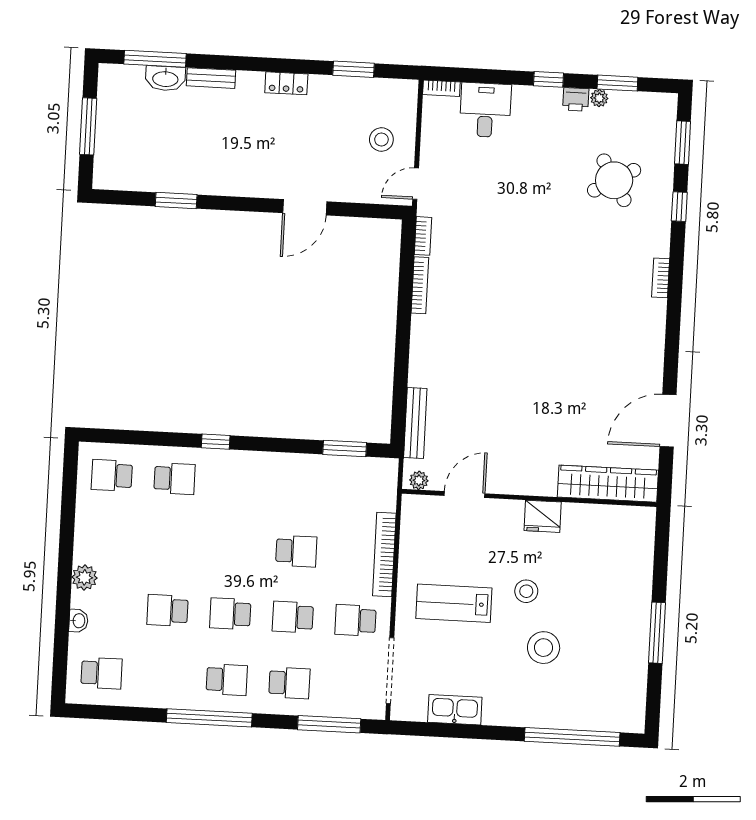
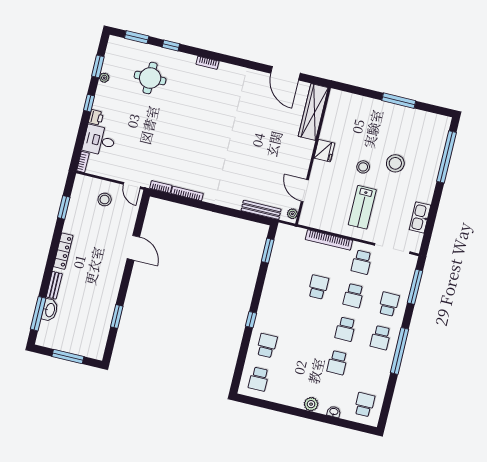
locker: (286, 83) -> (63, 251), width x1.53
printer: (576, 99) -> (96, 117), moved
round table: (614, 180) -> (150, 78), turned 30
school desk: (227, 680) -> (381, 338), turned 180

